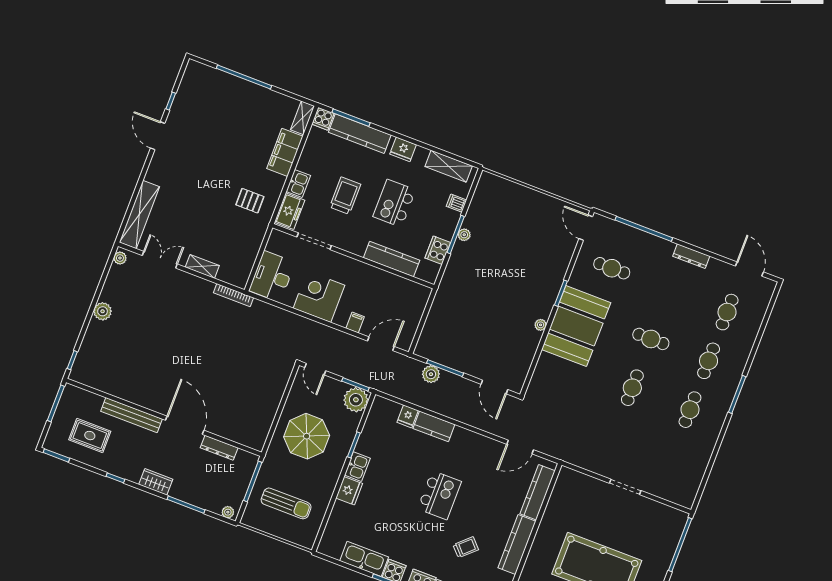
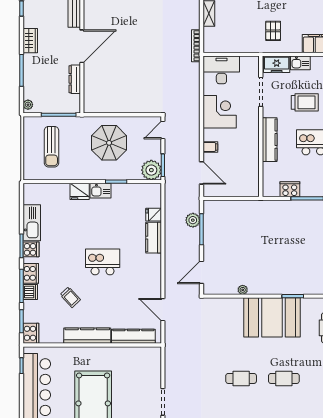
plant: (464, 235) -> (309, 205), removed
kitchen counter: (392, 259) -> (270, 140), moved
plant: (541, 325) -> (243, 290), moved
cafe table: (651, 339) -> (284, 378), turned 90
kitchen island: (440, 495) -> (103, 262), turned 180

